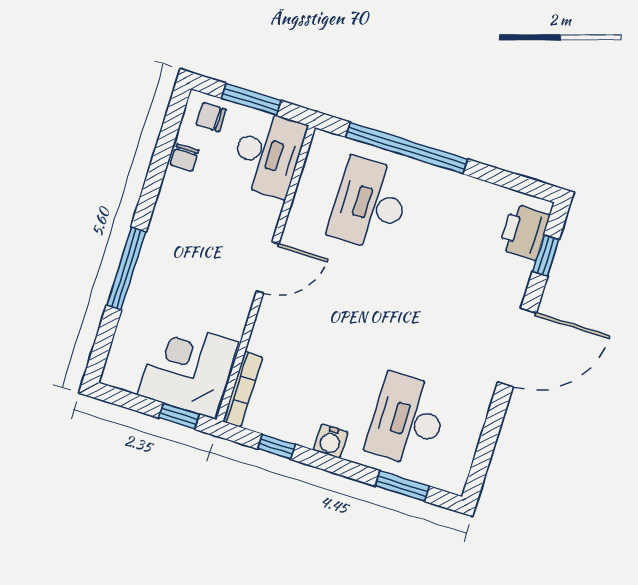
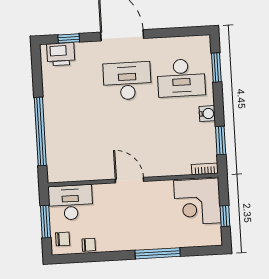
chair: (211, 117) -> (63, 239), turned -90
desk: (370, 204) -> (127, 81), moved, turned 180
bookcase: (243, 389) -> (205, 169), width x0.64
window: (179, 416) -> (225, 216), moved
window: (277, 447) -> (221, 140), width x1.50

